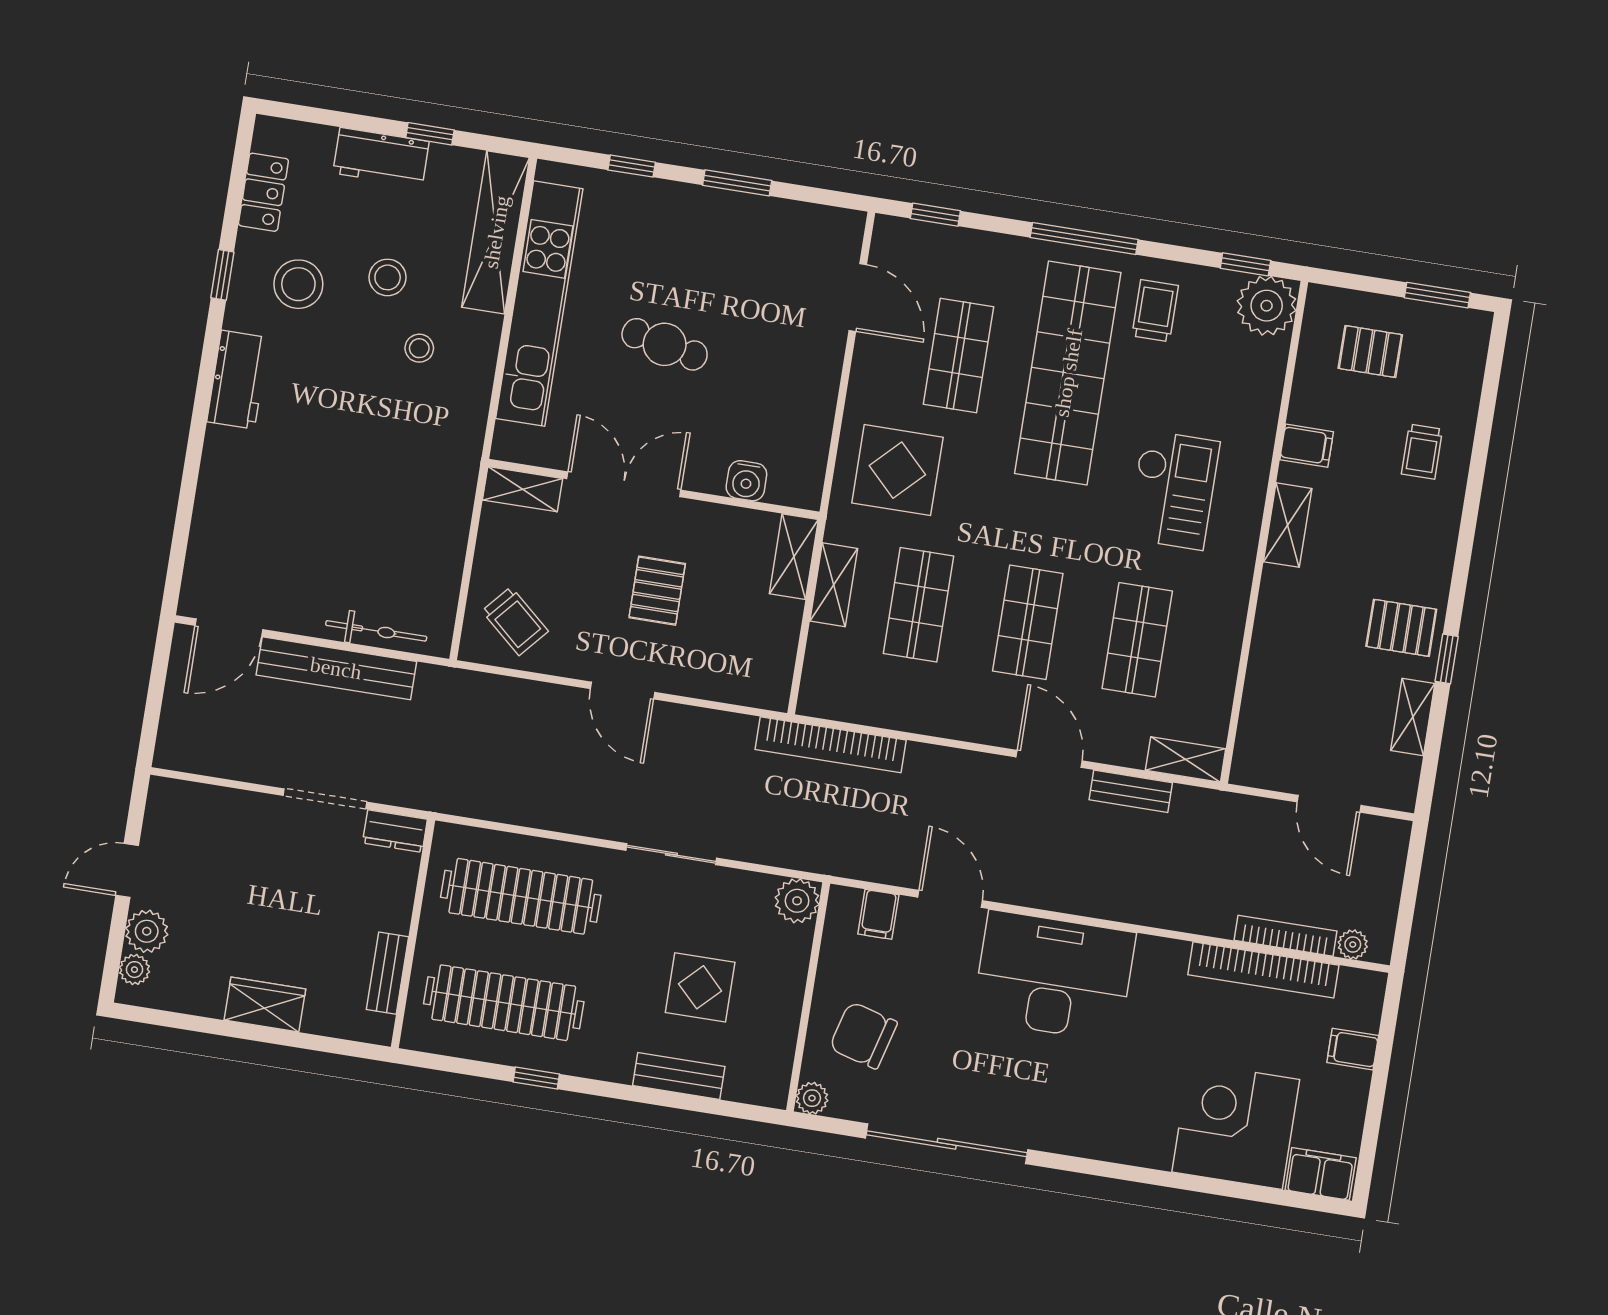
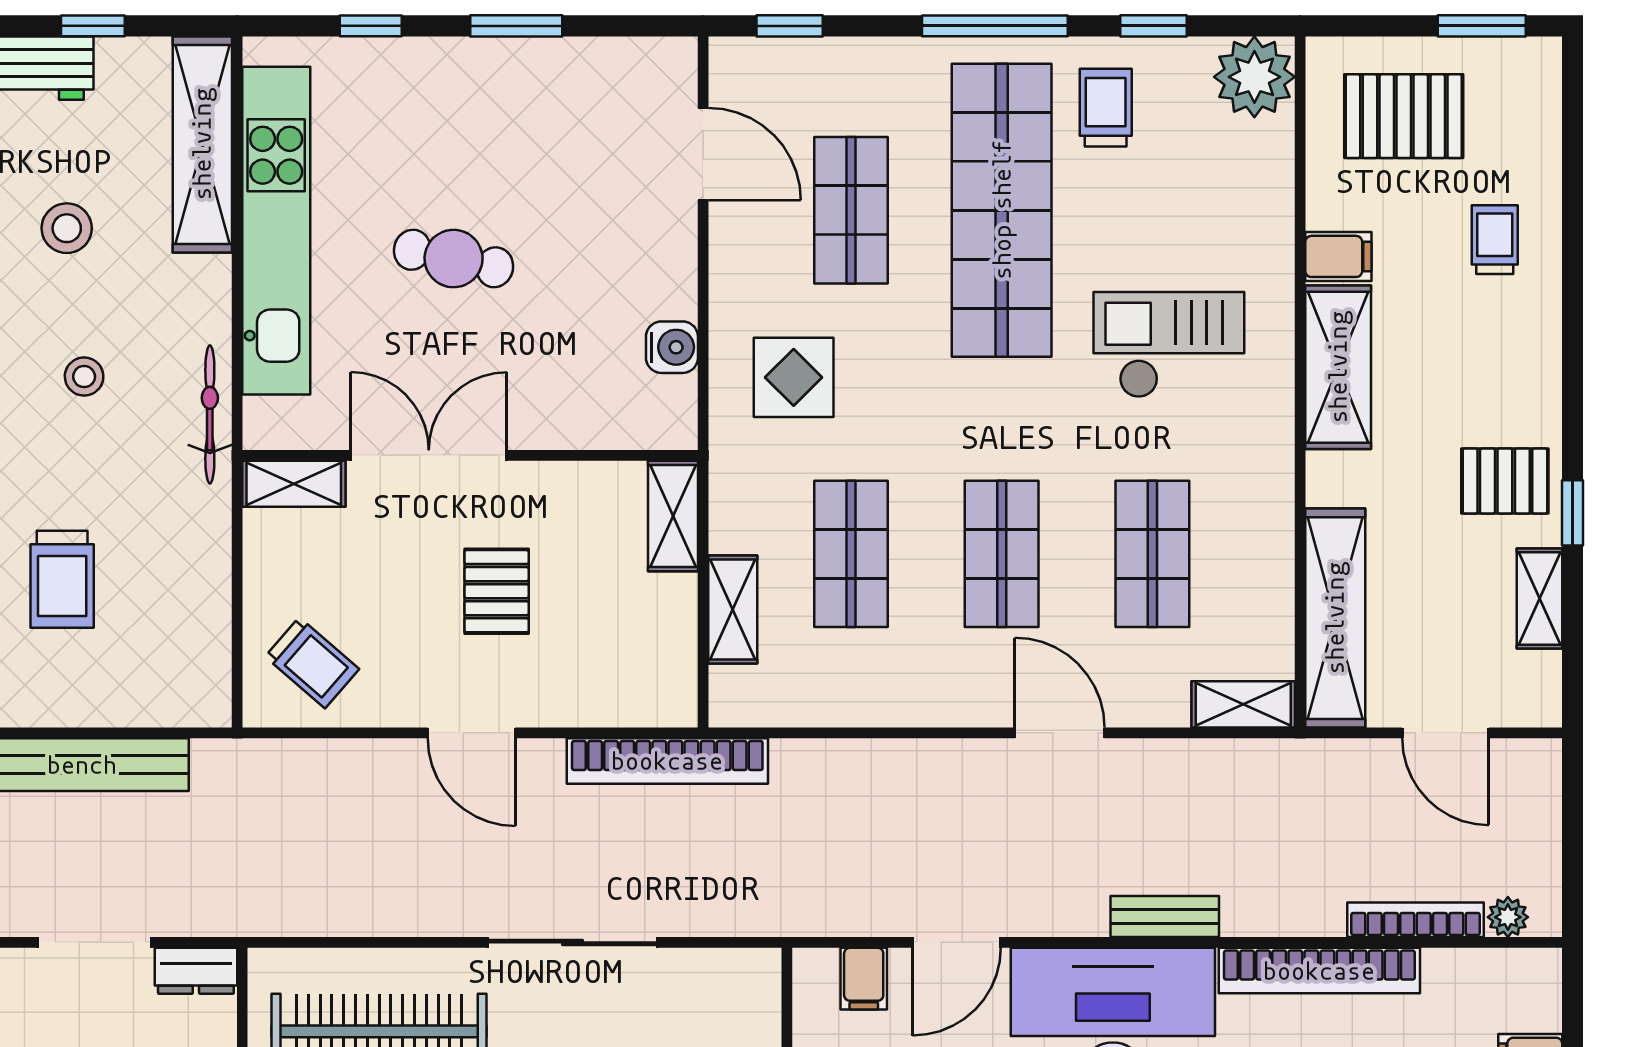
window: (1245, 264) -> (1153, 26), moved
stool: (419, 348) -> (84, 377), moved
pallet: (1370, 352) -> (1404, 116), width x1.50, depth x1.42
trolley: (1422, 452) -> (1495, 240), turned 180
display table: (897, 470) -> (794, 377), width x0.73, depth x0.73
water cooler: (746, 481) -> (672, 347), moved, turned -90
checkout: (1173, 490) -> (1169, 345), turned -90
shelving: (1288, 525) -> (1338, 367), width x1.50, depth x1.33
trolley: (343, 531) -> (62, 579), added
shelving: (834, 585) -> (733, 609), moved
bicycle: (376, 631) -> (210, 414), moved, turned -90
shelving: (1262, 708) -> (1335, 618), added
bookcase: (831, 745) -> (667, 761), moved
bench: (1131, 791) -> (1165, 917), moved
sliding door: (671, 854) -> (572, 942), width x1.37
door: (950, 899) -> (957, 942), swing flipped
plant: (797, 901) -> (751, 978), removed
bookcase: (1263, 970) -> (1319, 971), moved

